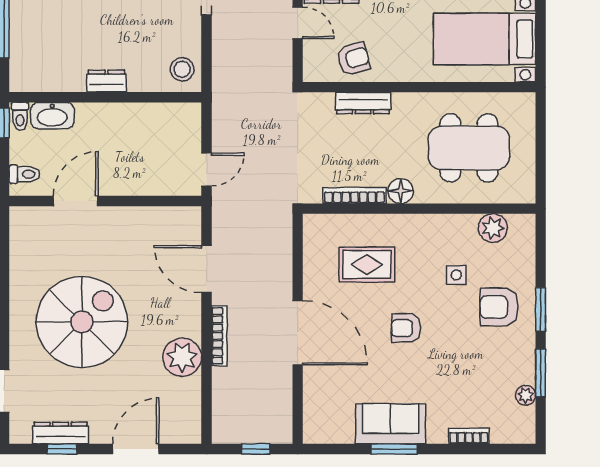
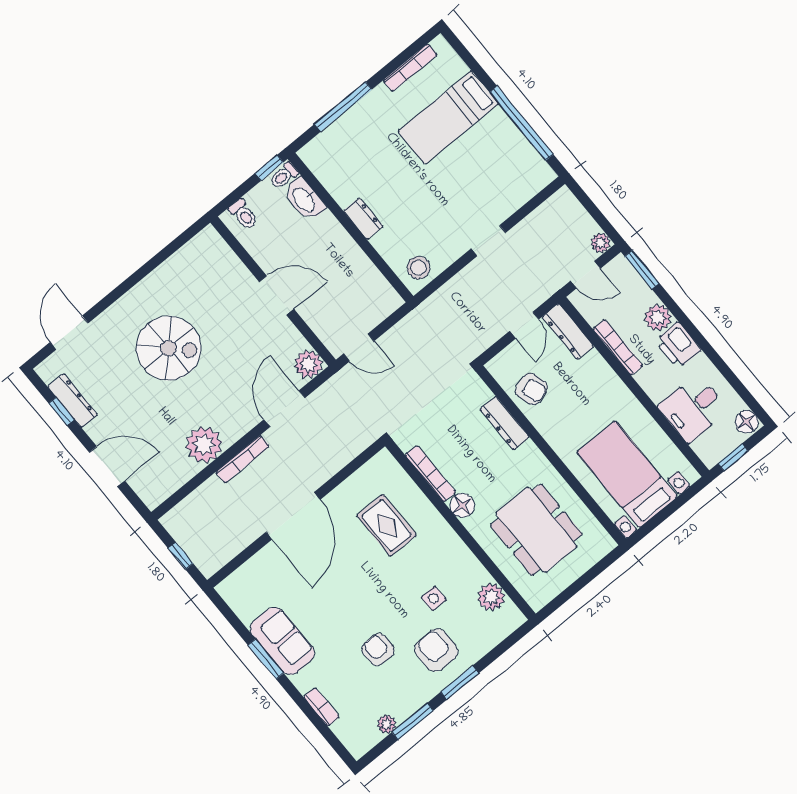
door: (76, 201) -> (277, 295), moved
plant: (187, 221) -> (308, 364), added
spiral stairs: (82, 322) -> (169, 348), width x0.73, depth x0.73
armchair: (406, 328) -> (378, 650), moved

